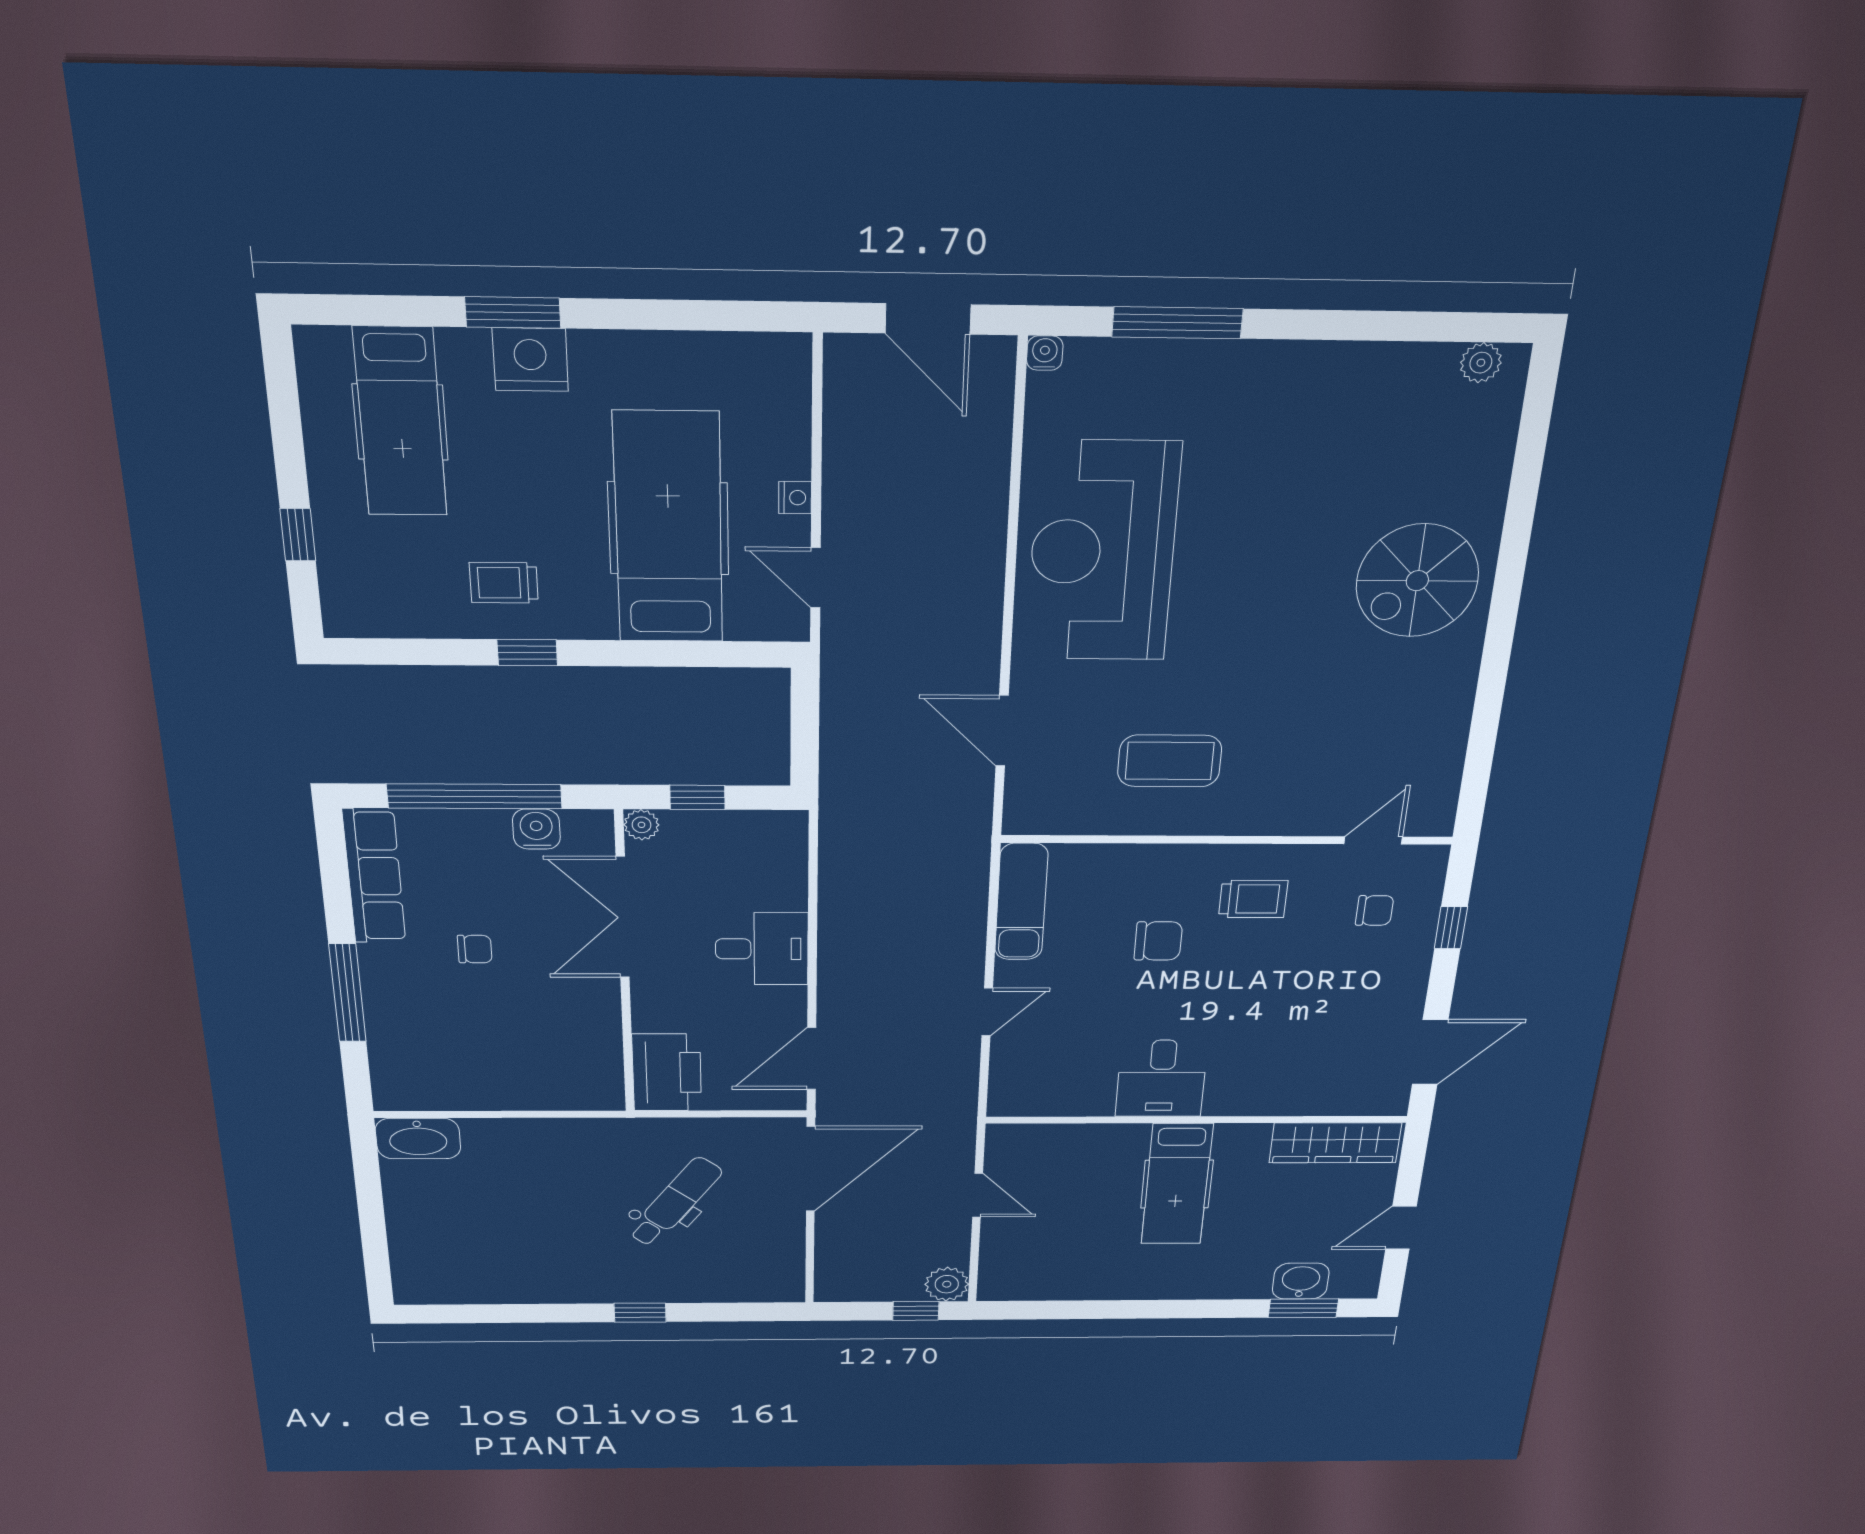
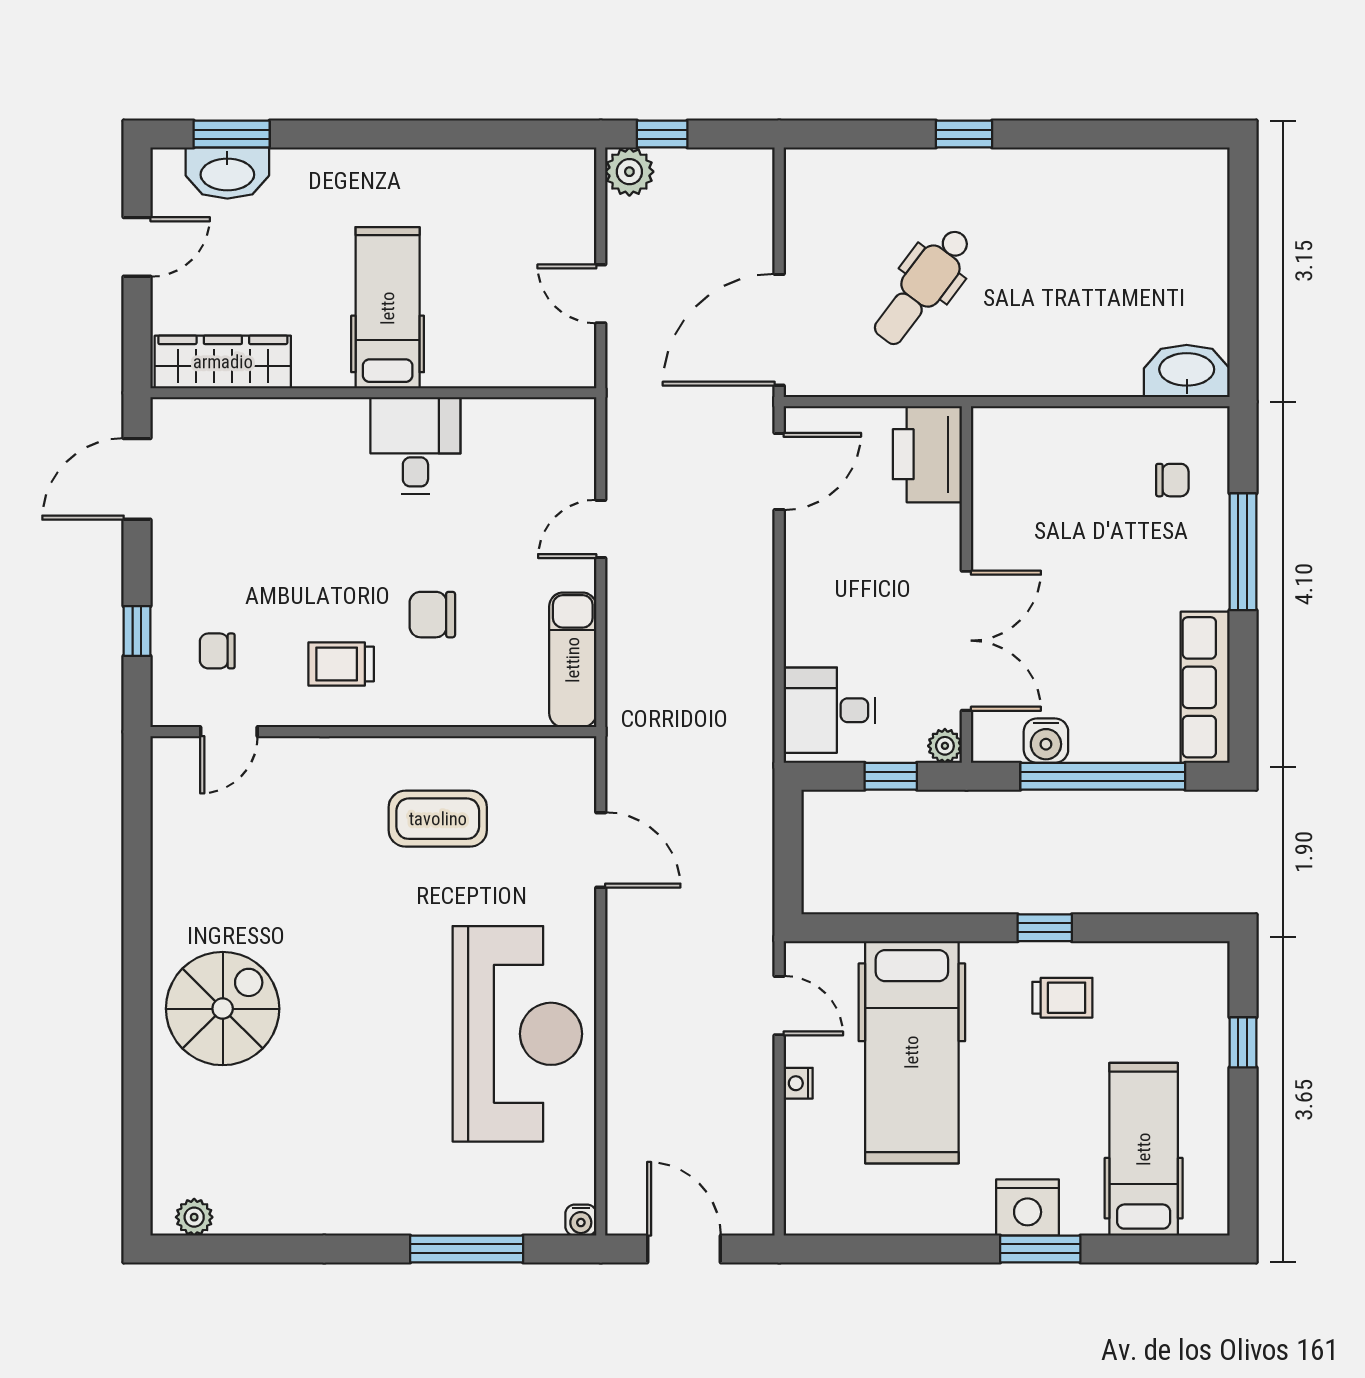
chair: (475, 949) -> (1172, 480), moved, turned 180
desk: (762, 949) -> (830, 710), moved
washbasin: (1301, 1281) -> (227, 173), width x1.38

